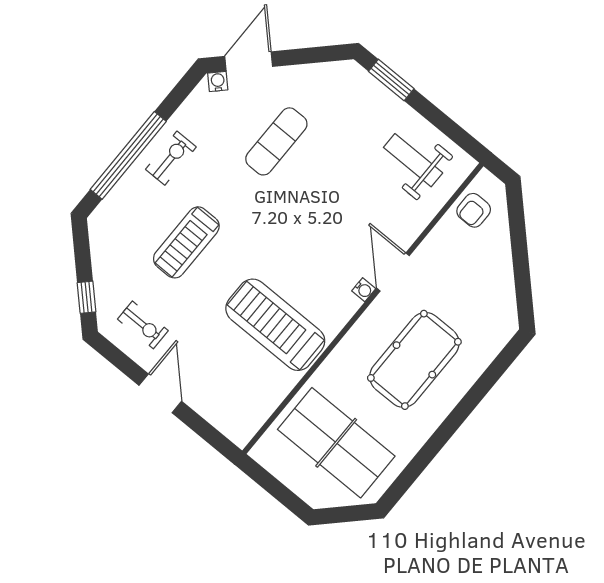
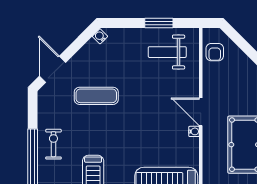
window: (391, 80) -> (159, 23), moved
water cooler: (218, 82) -> (100, 36), moved
exercise mat: (276, 141) -> (96, 96), turned 90

